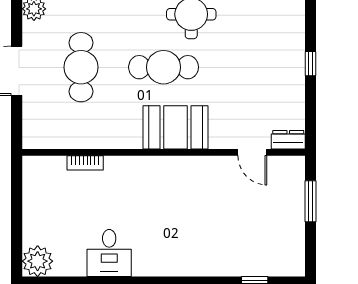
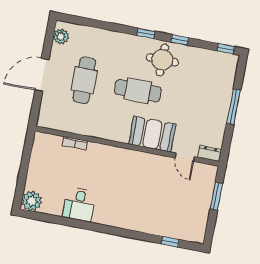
window: (310, 64) -> (234, 107), width x2.17
booth: (176, 127) -> (152, 134), moved

